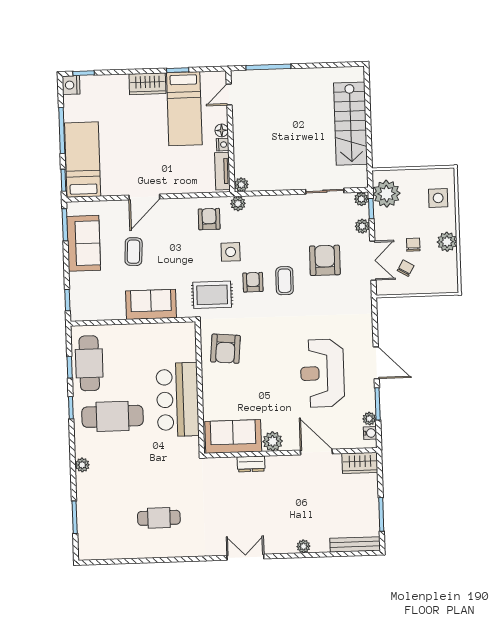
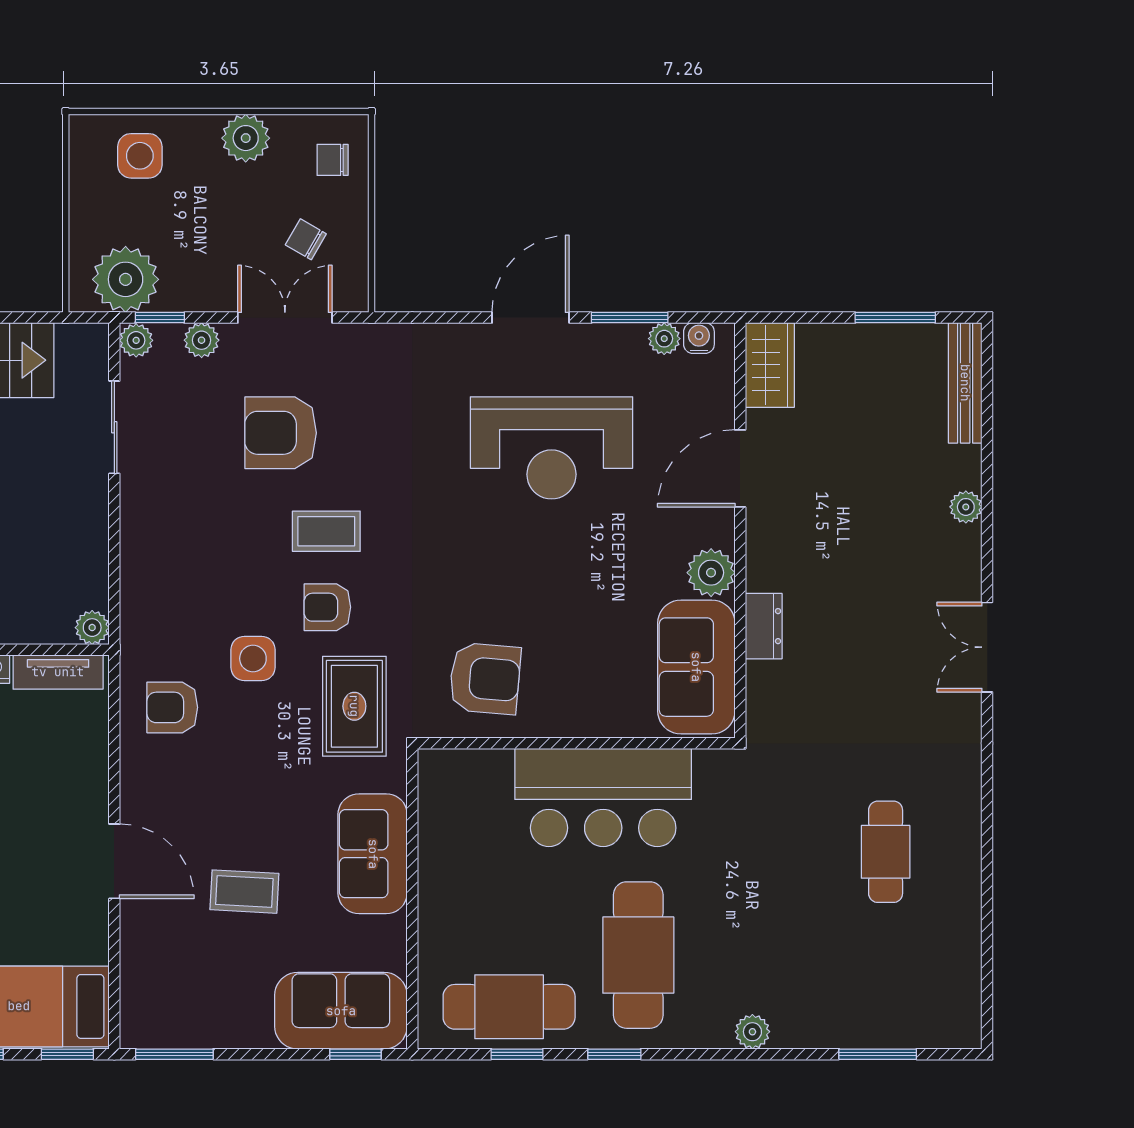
plant: (238, 204) -> (137, 637), removed
sofa: (84, 243) -> (341, 1011), moved
chair: (413, 245) -> (333, 160), moved

